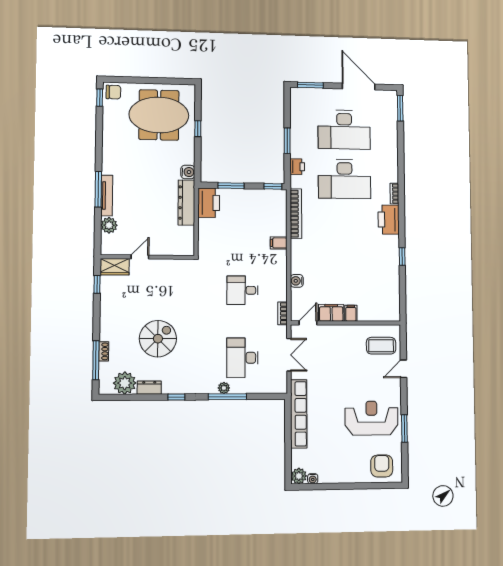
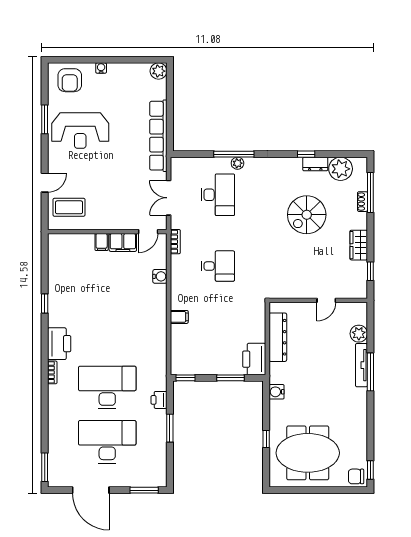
dresser: (186, 203) -> (278, 337), moved
bookcase: (296, 214) -> (161, 349), removed
wardrobe: (115, 267) -> (359, 245), moved, turned -90
window: (176, 397) -> (306, 154), moved
water cooler: (313, 479) -> (101, 68), moved

